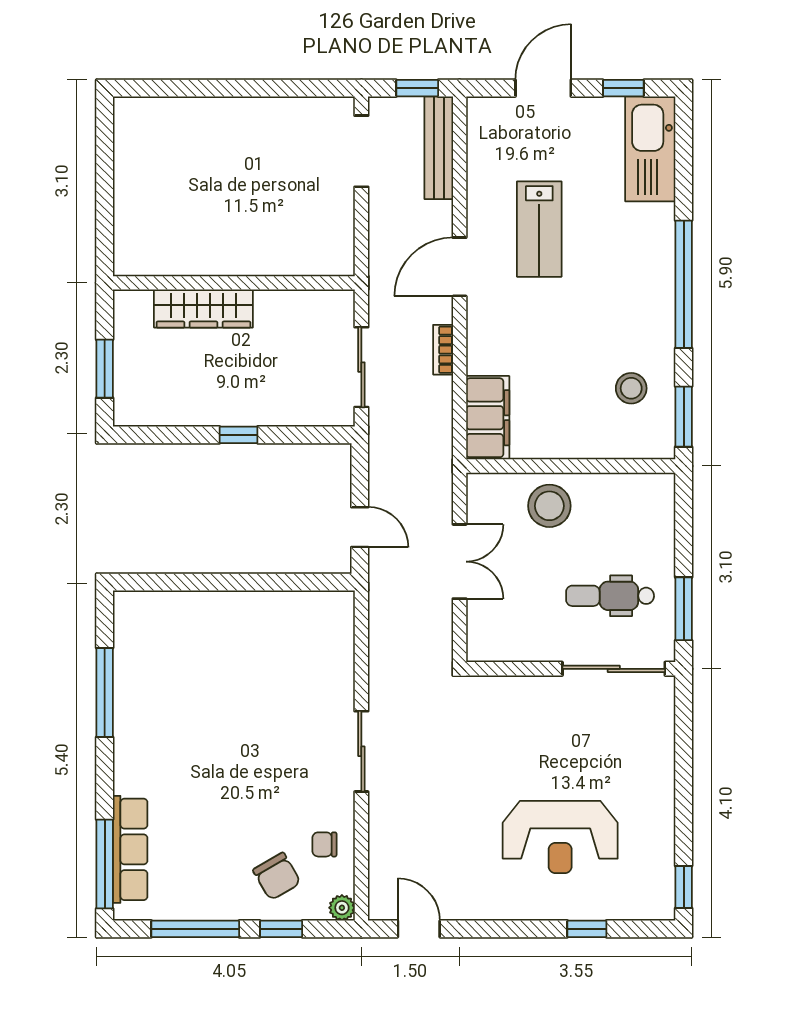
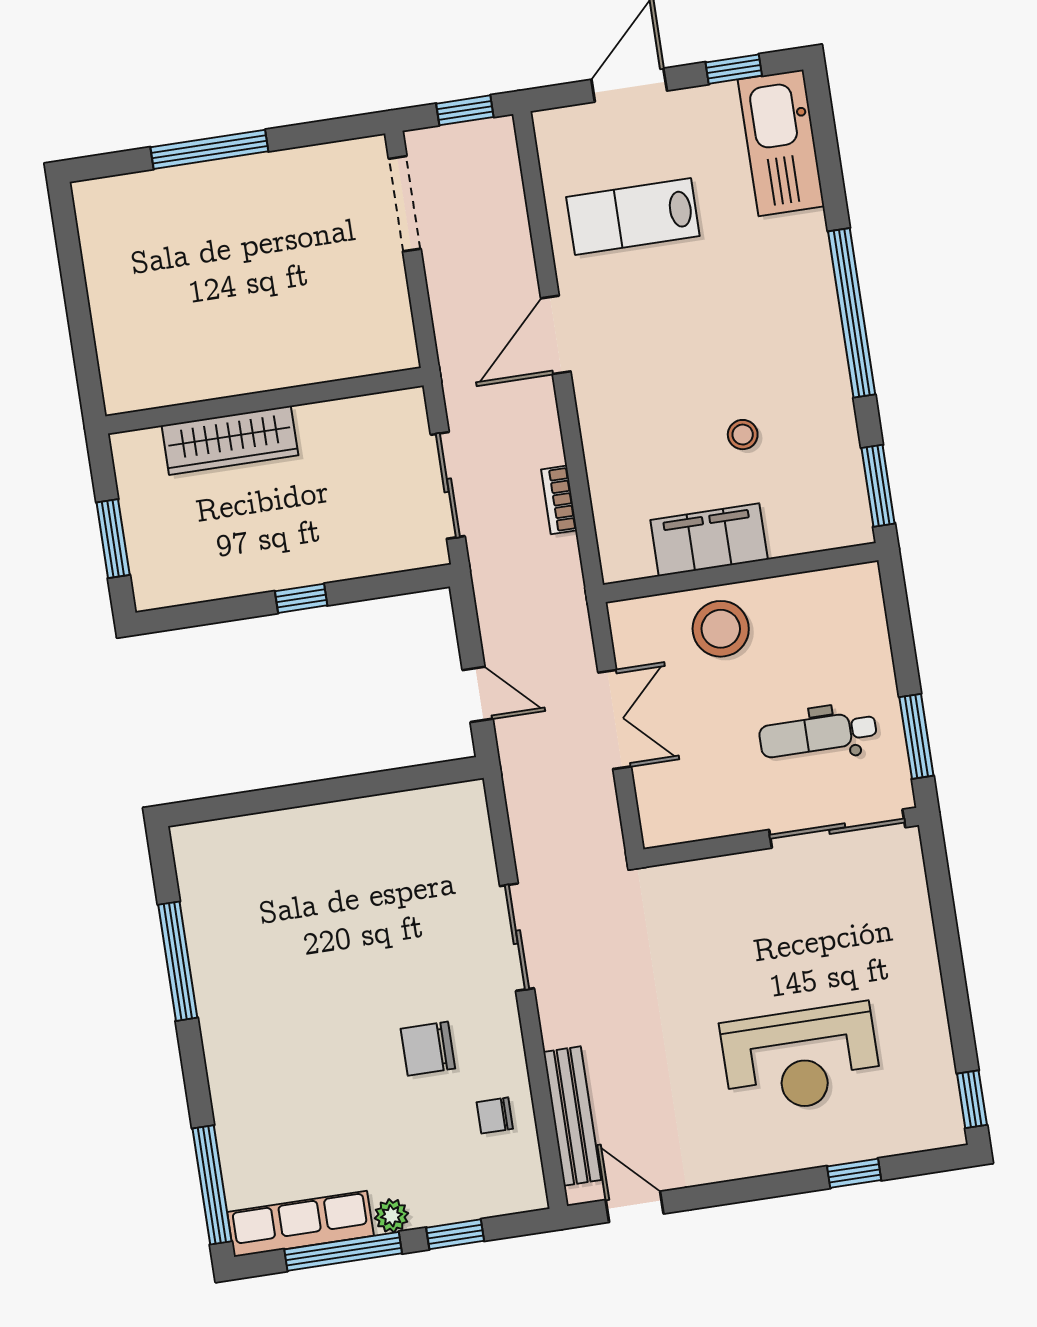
window: (221, 88) -> (209, 149), added
bench: (439, 148) -> (572, 1116), moved
lab bench: (539, 229) -> (633, 216), moved, turned 90
bookcase: (443, 350) -> (559, 500), moved
stool: (631, 388) -> (743, 435), moved, width x0.73, depth x0.73
filing cabinet: (488, 418) -> (709, 540), moved, turned -90
sliding door: (361, 751) -> (517, 937), moved
row of seats: (130, 849) -> (300, 1224), moved, turned -90
chair: (277, 876) -> (428, 1049), moved, turned 120
plant: (342, 908) -> (392, 1216), moved

